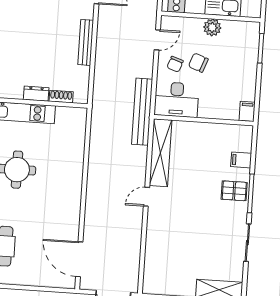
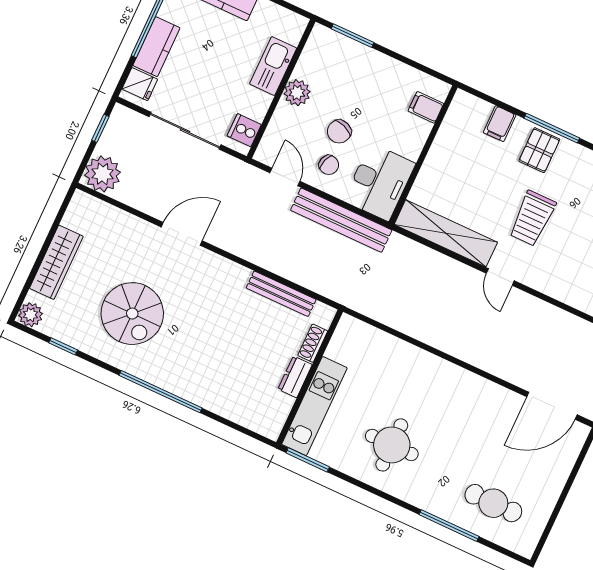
bench: (86, 42) -> (281, 294), moved
filing cabinet: (247, 111) -> (426, 107), moved
bench: (142, 112) -> (341, 220), moved
trolley: (190, 203) -> (532, 218), added

